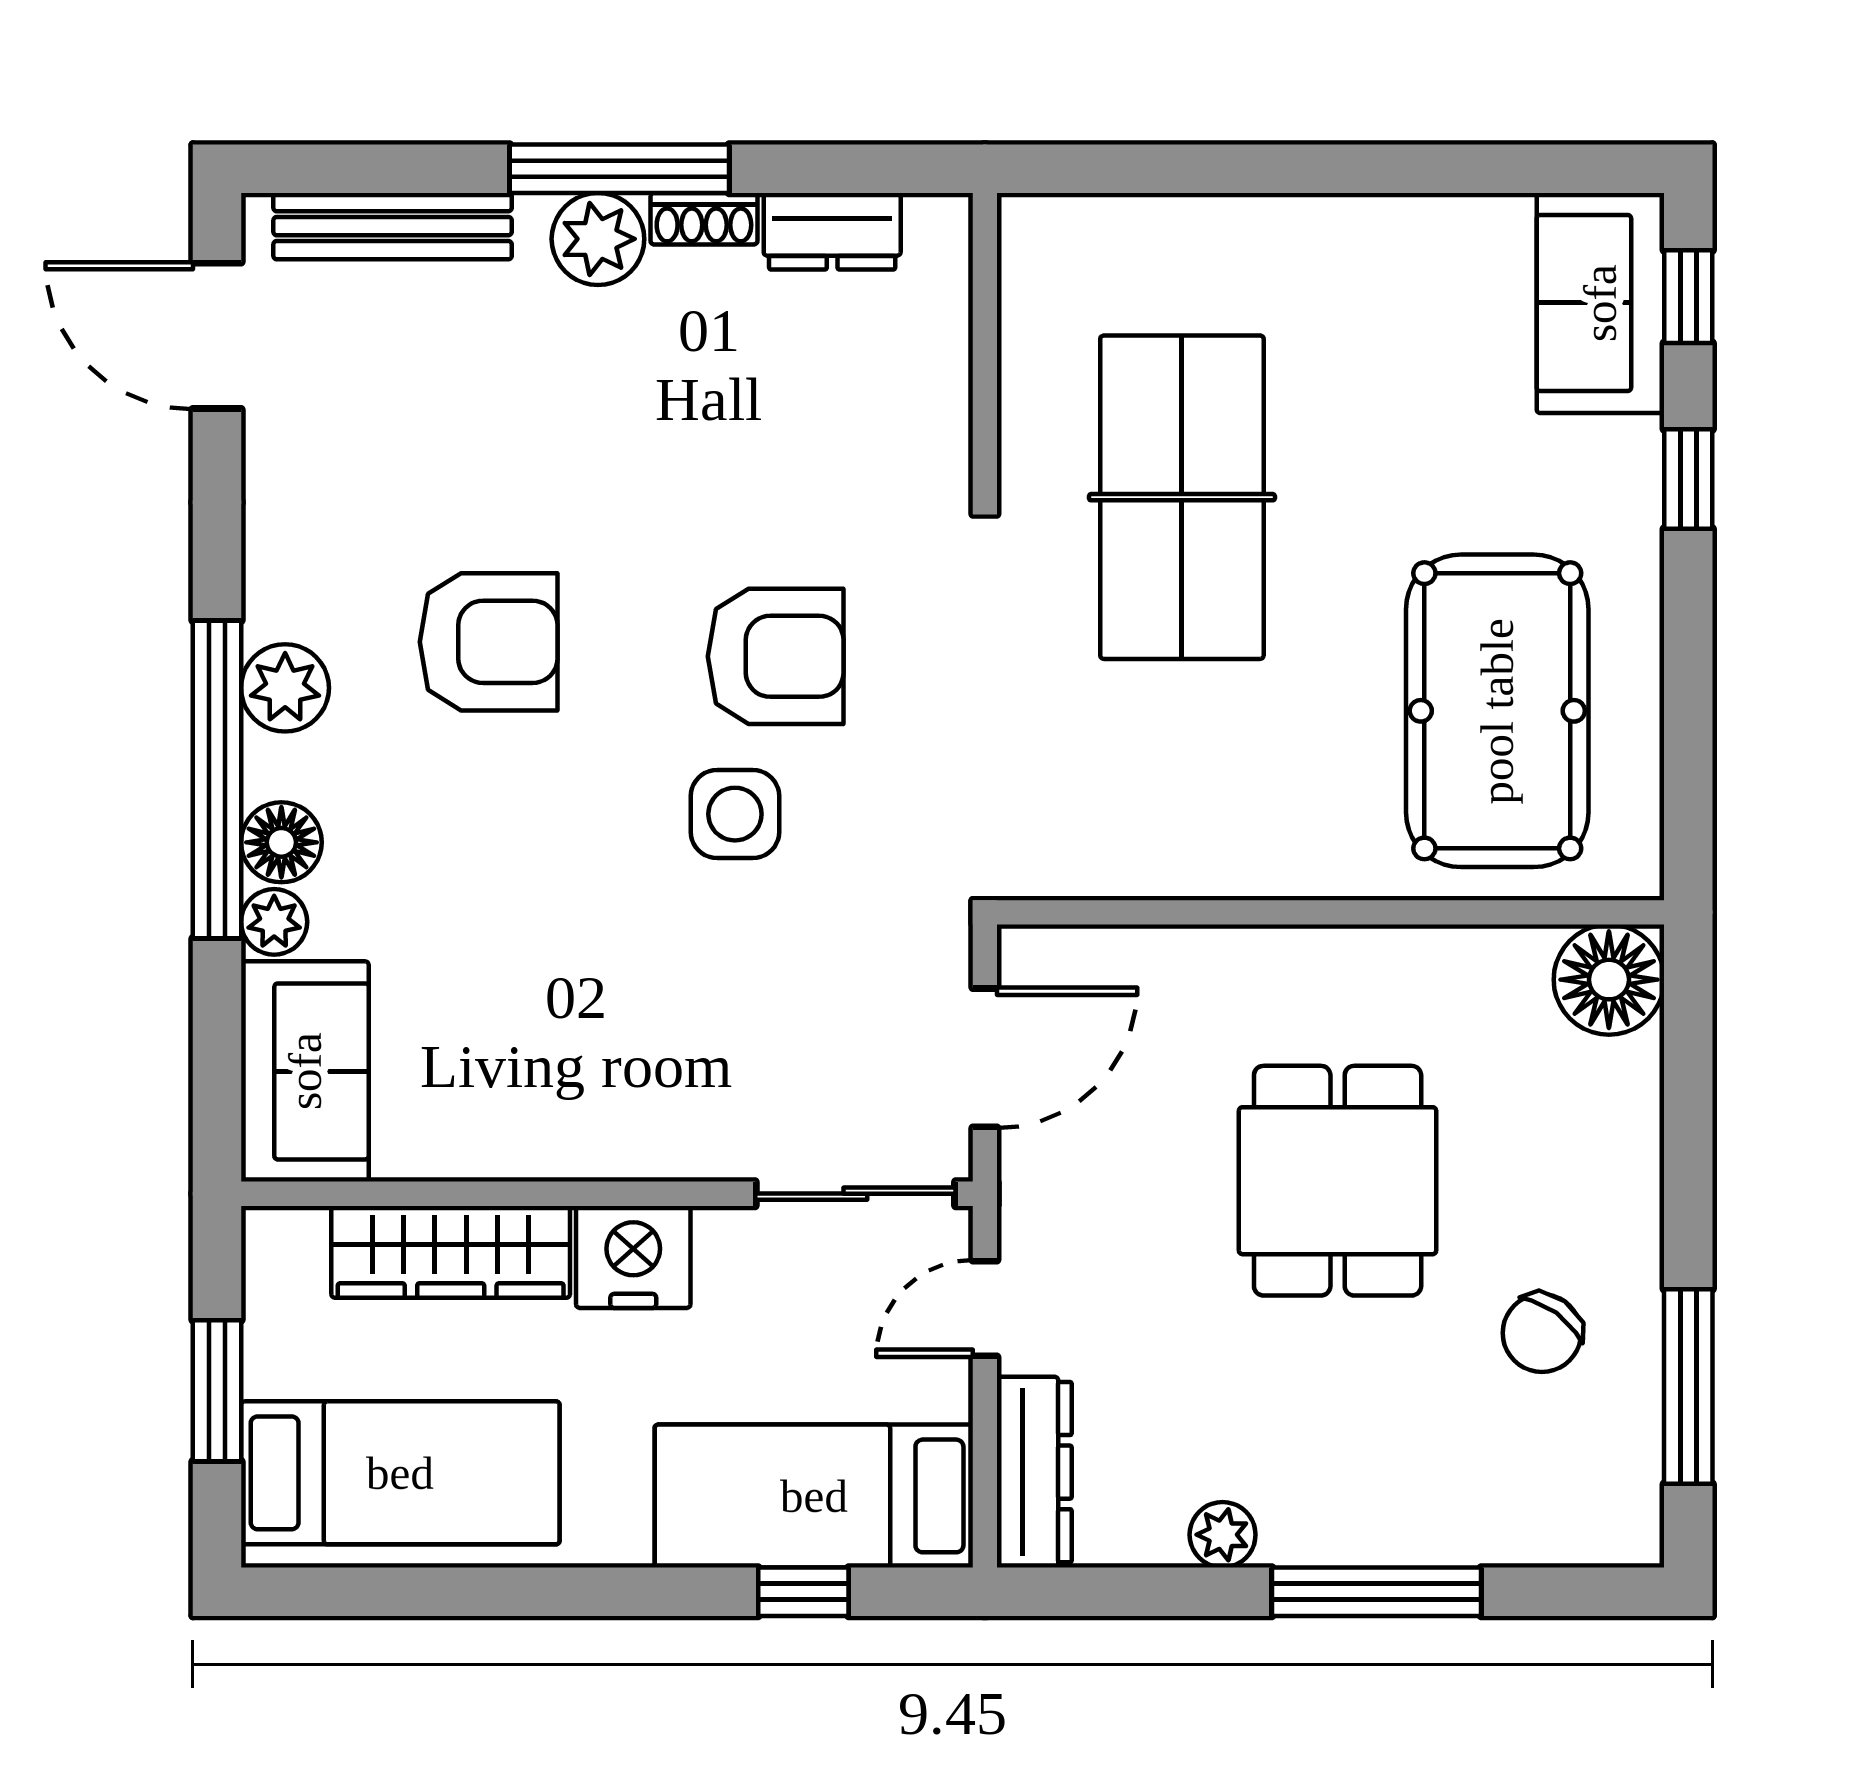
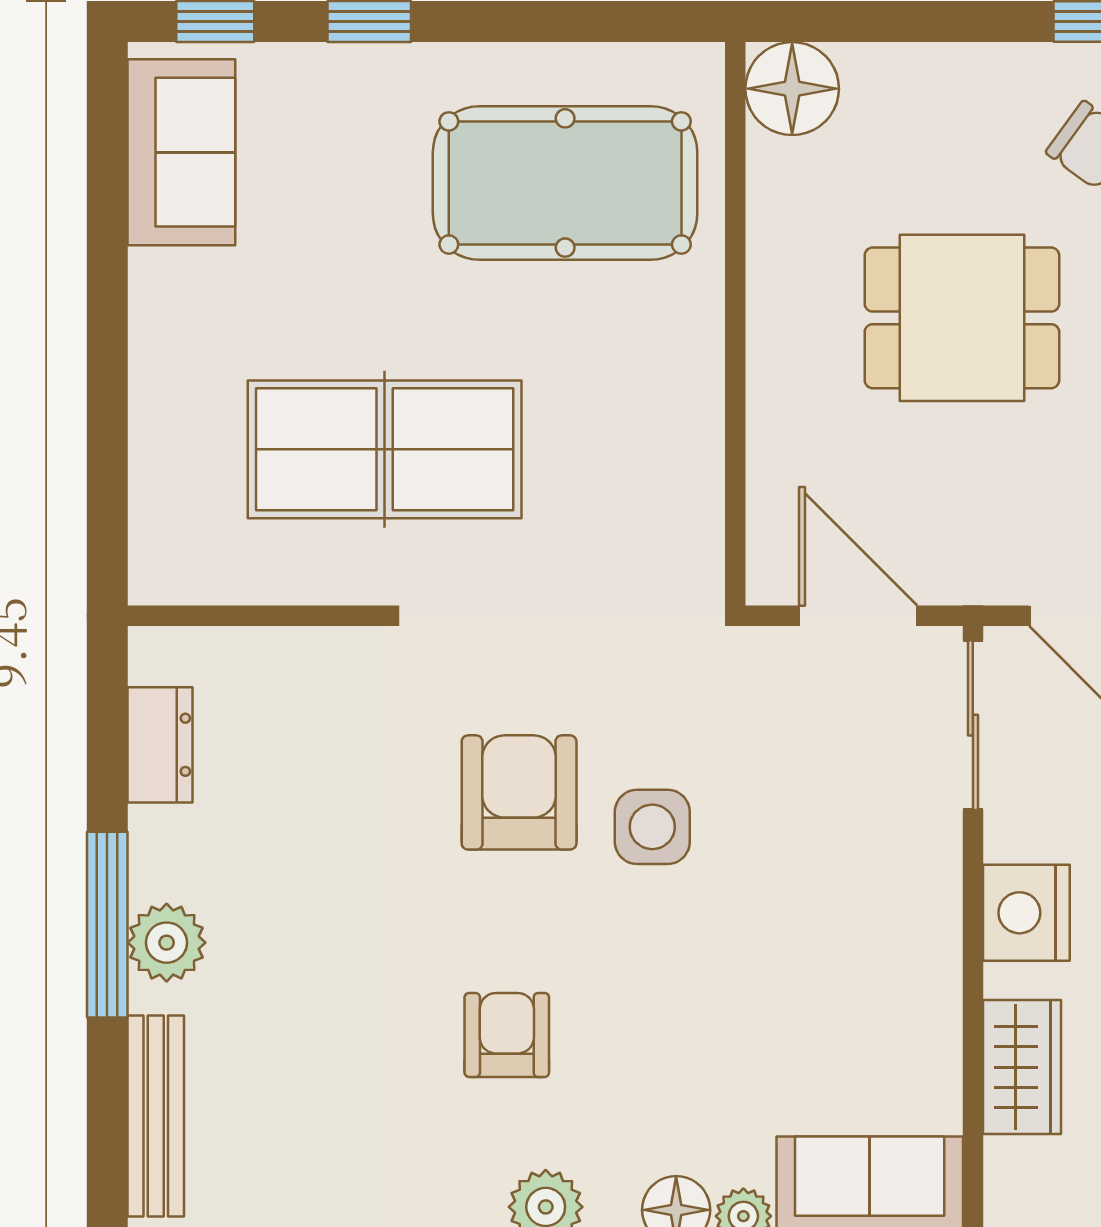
shoe rack: (704, 219) -> (149, 853), removed
sofa: (1600, 303) -> (181, 152), moved, turned -90
armchair: (489, 642) -> (507, 1035), width x0.72, depth x0.72
wardrobe: (451, 1252) -> (1022, 1067), width x0.67

